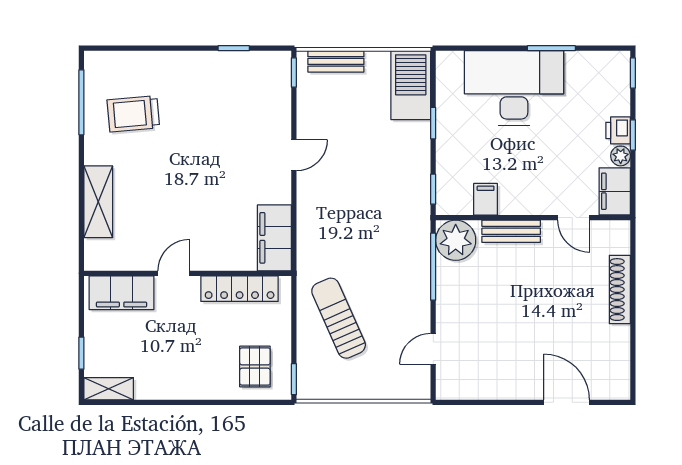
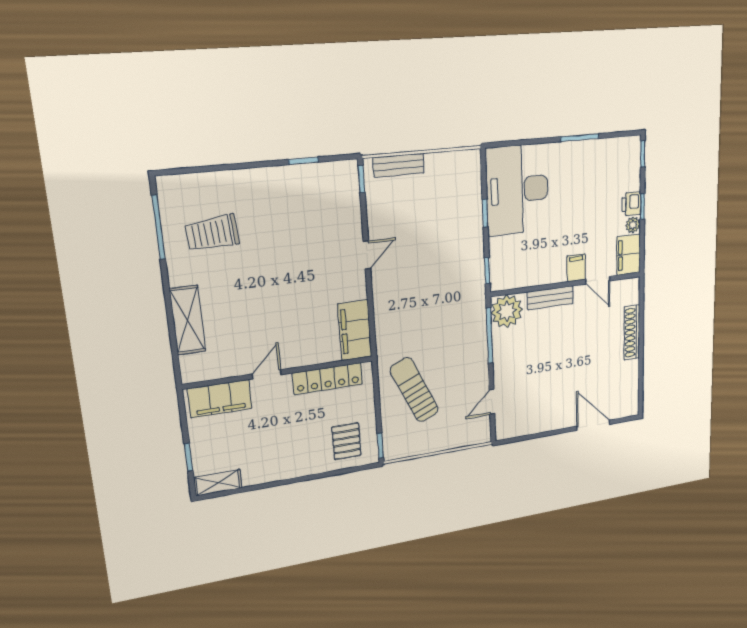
barbecue: (411, 85) -> (465, 181), removed
desk: (514, 88) -> (517, 190), moved, turned -90
filing cabinet: (486, 199) -> (576, 268), moved

